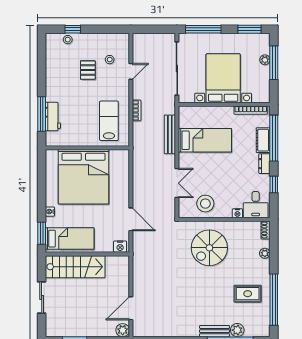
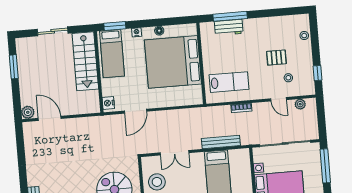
window: (73, 29) -> (317, 73), moved
plant: (138, 50) -> (300, 104), added
floor lamp: (50, 188) -> (159, 31), added

